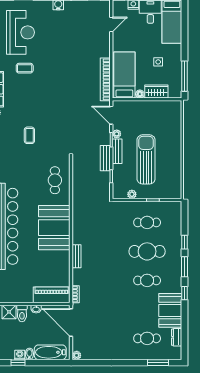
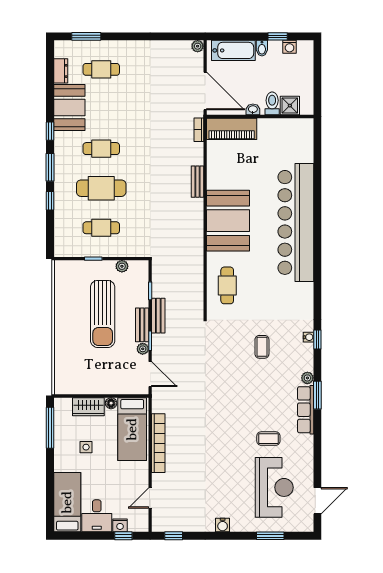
reception desk: (20, 32) -> (274, 487), turned 180
bookcase: (105, 79) -> (158, 443), moved
washing machine: (20, 355) -> (290, 47), moved

